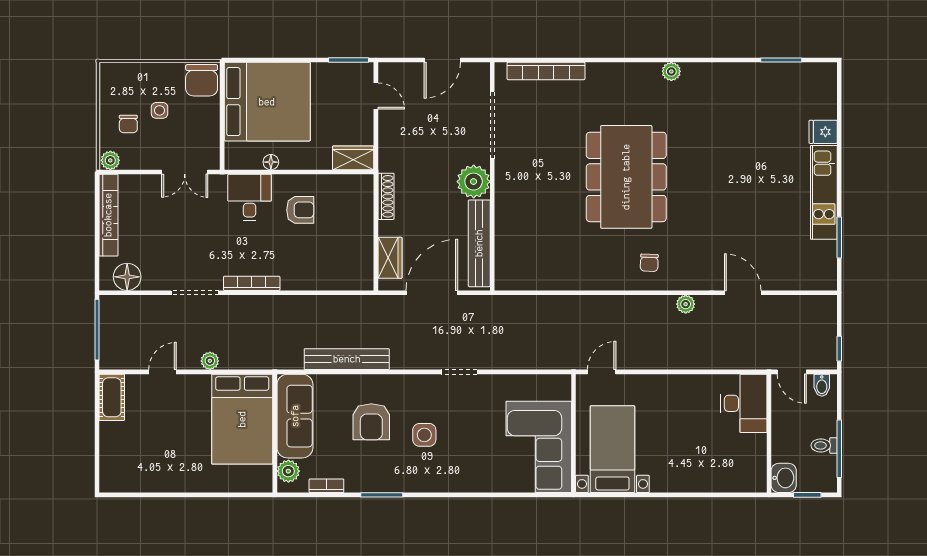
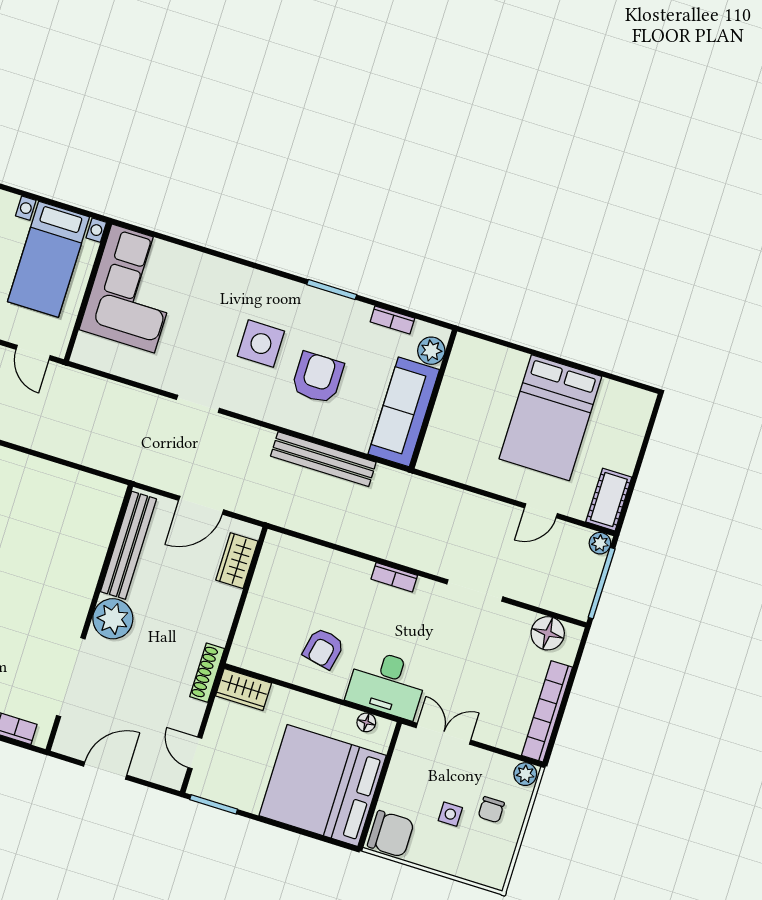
chair: (202, 80) -> (391, 834), turned 90
chair: (128, 124) -> (491, 810), turned 180
floor lamp: (271, 162) -> (366, 722), moved
shoe rack: (386, 196) -> (207, 673), moved
desk: (250, 197) -> (387, 684), width x1.37
armchair: (300, 210) -> (323, 648), turned -78
bookcase: (252, 283) -> (394, 577), width x0.64
door: (432, 293) -> (201, 505), width x0.73
plant: (210, 361) -> (600, 543), moved
door: (602, 372) -> (33, 353), hinge flipped
bed: (242, 419) -> (550, 418), moved, turned 180
side table: (424, 435) -> (261, 344), width x1.37, depth x1.37

